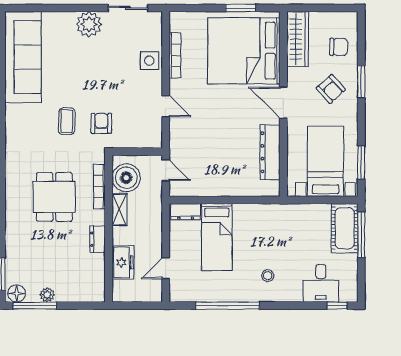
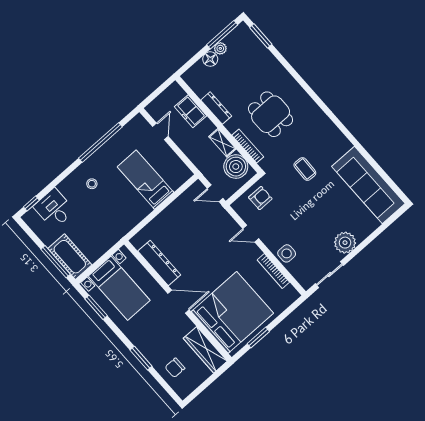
armchair: (331, 89) -> (156, 337), removed
armchair: (101, 123) -> (260, 198), moved, turned -90
dresser: (186, 212) -> (179, 178), removed
dresser: (98, 239) -> (216, 108), width x1.44
floor lamp: (17, 293) -> (210, 59), moved

